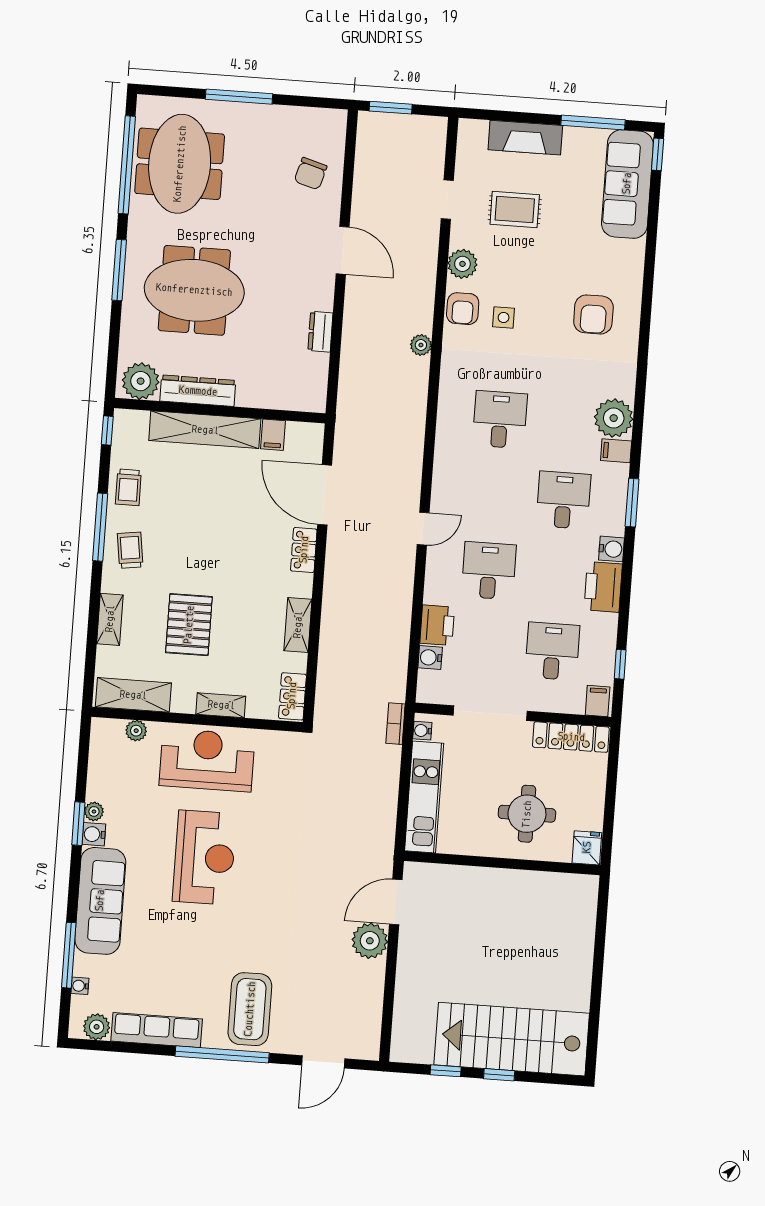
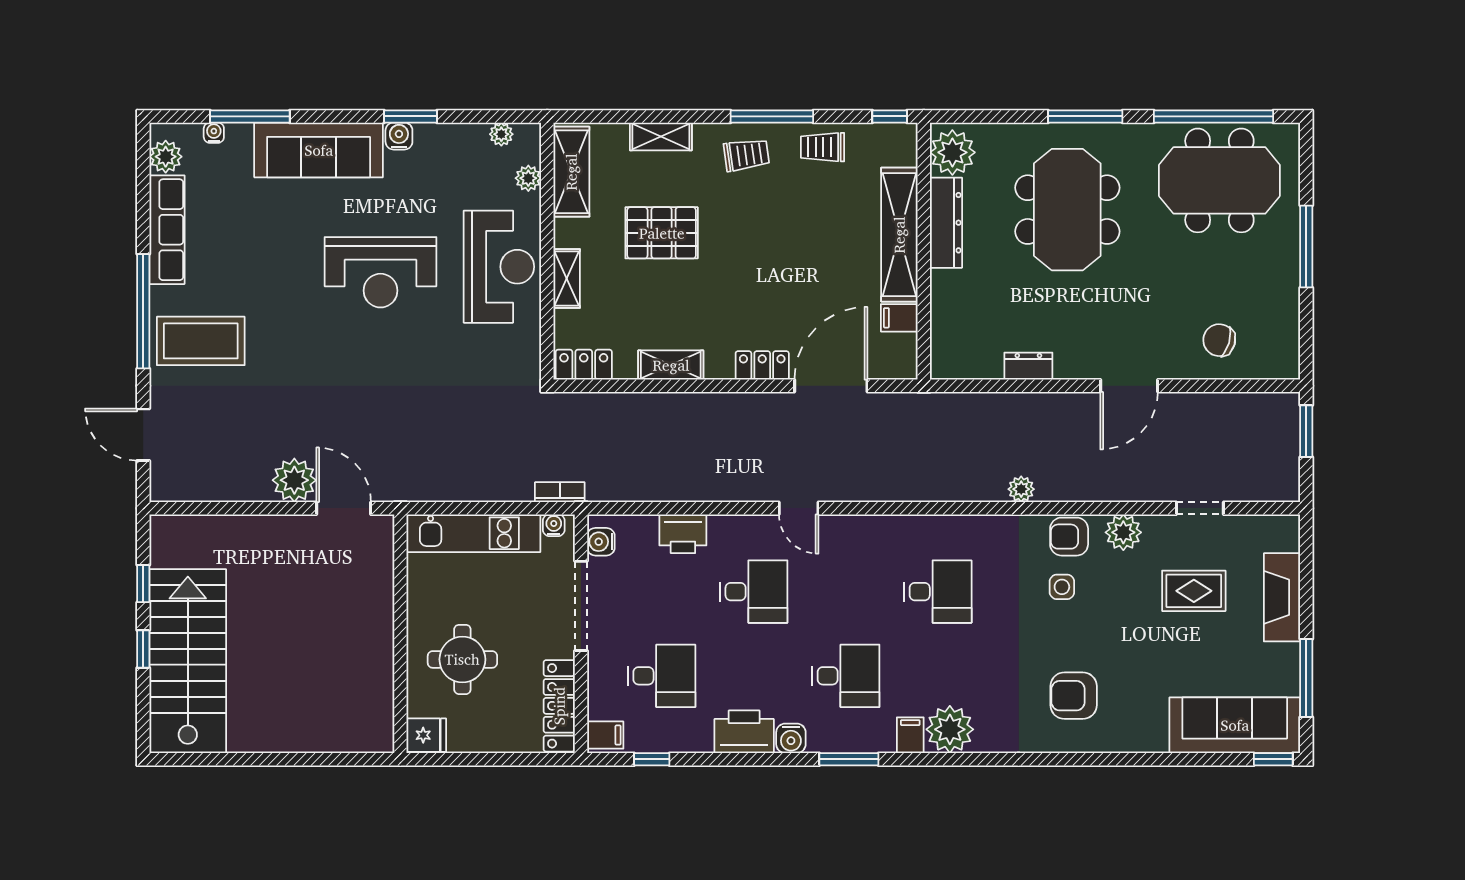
rug: (515, 210) -> (1194, 591), turned 90
water cooler: (430, 657) -> (601, 542), moved, turned -90
plant: (94, 811) -> (501, 134), moved

